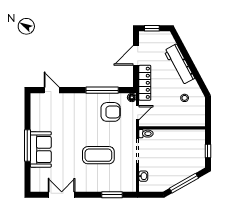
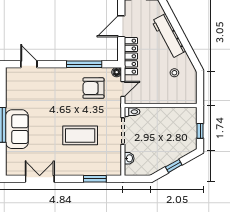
armchair: (111, 112) -> (93, 88), turned 180
window: (184, 183) -> (174, 166), width x0.46

